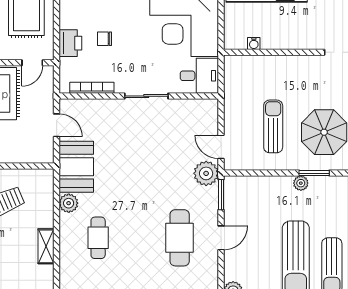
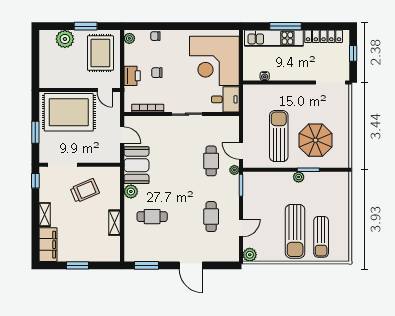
door: (32, 63) -> (105, 90), hinge flipped
sun lounger: (273, 126) -> (279, 136), width x1.36, depth x1.34
cafe table: (180, 161) -> (211, 161), added
plant: (206, 173) -> (234, 170), width x0.53, depth x0.53
cafe table: (98, 238) -> (152, 217), turned 90
cafe table: (180, 238) -> (211, 217), width x0.73, depth x0.74
door: (221, 238) -> (241, 228), moved

